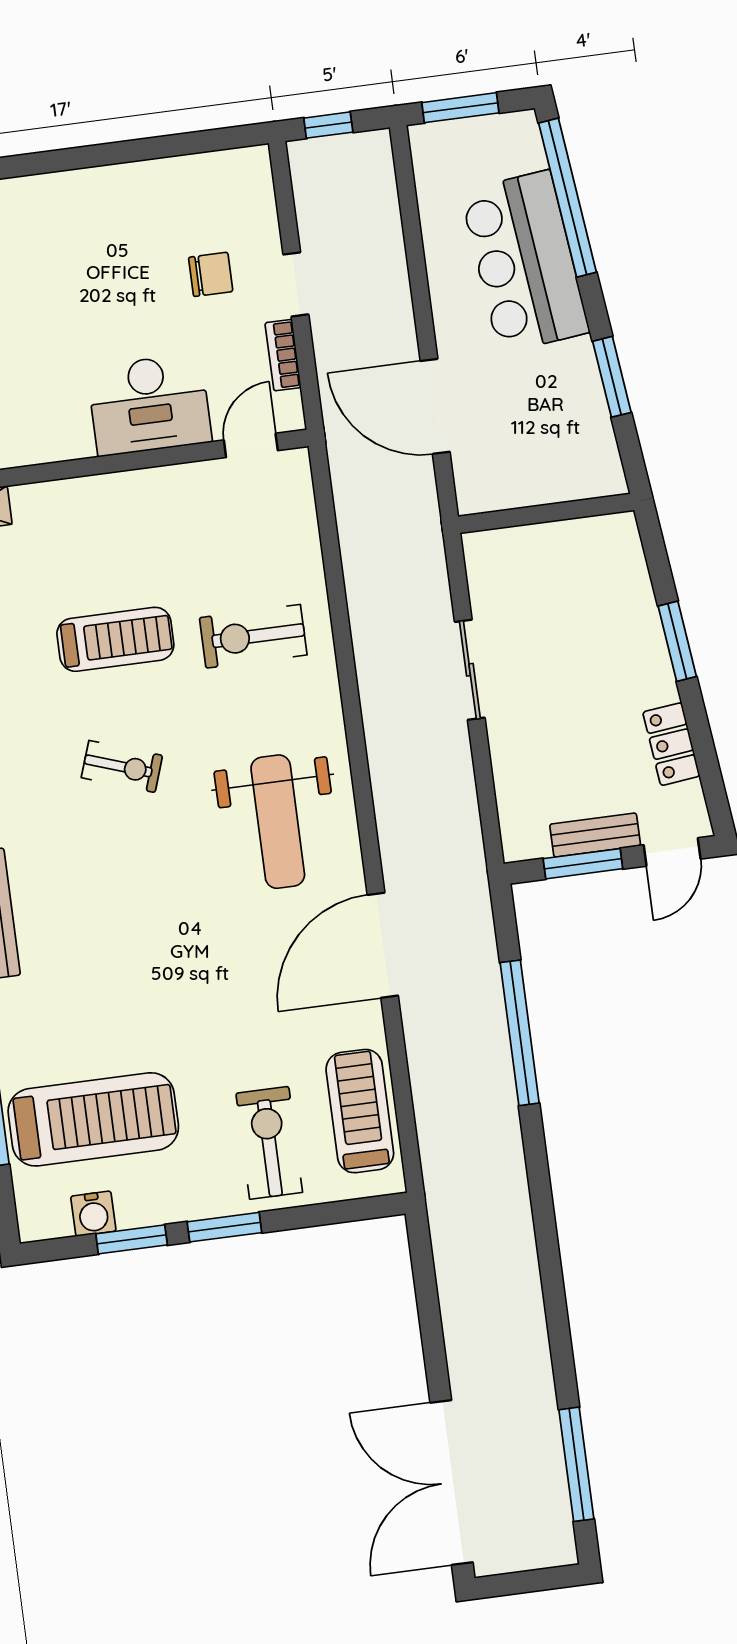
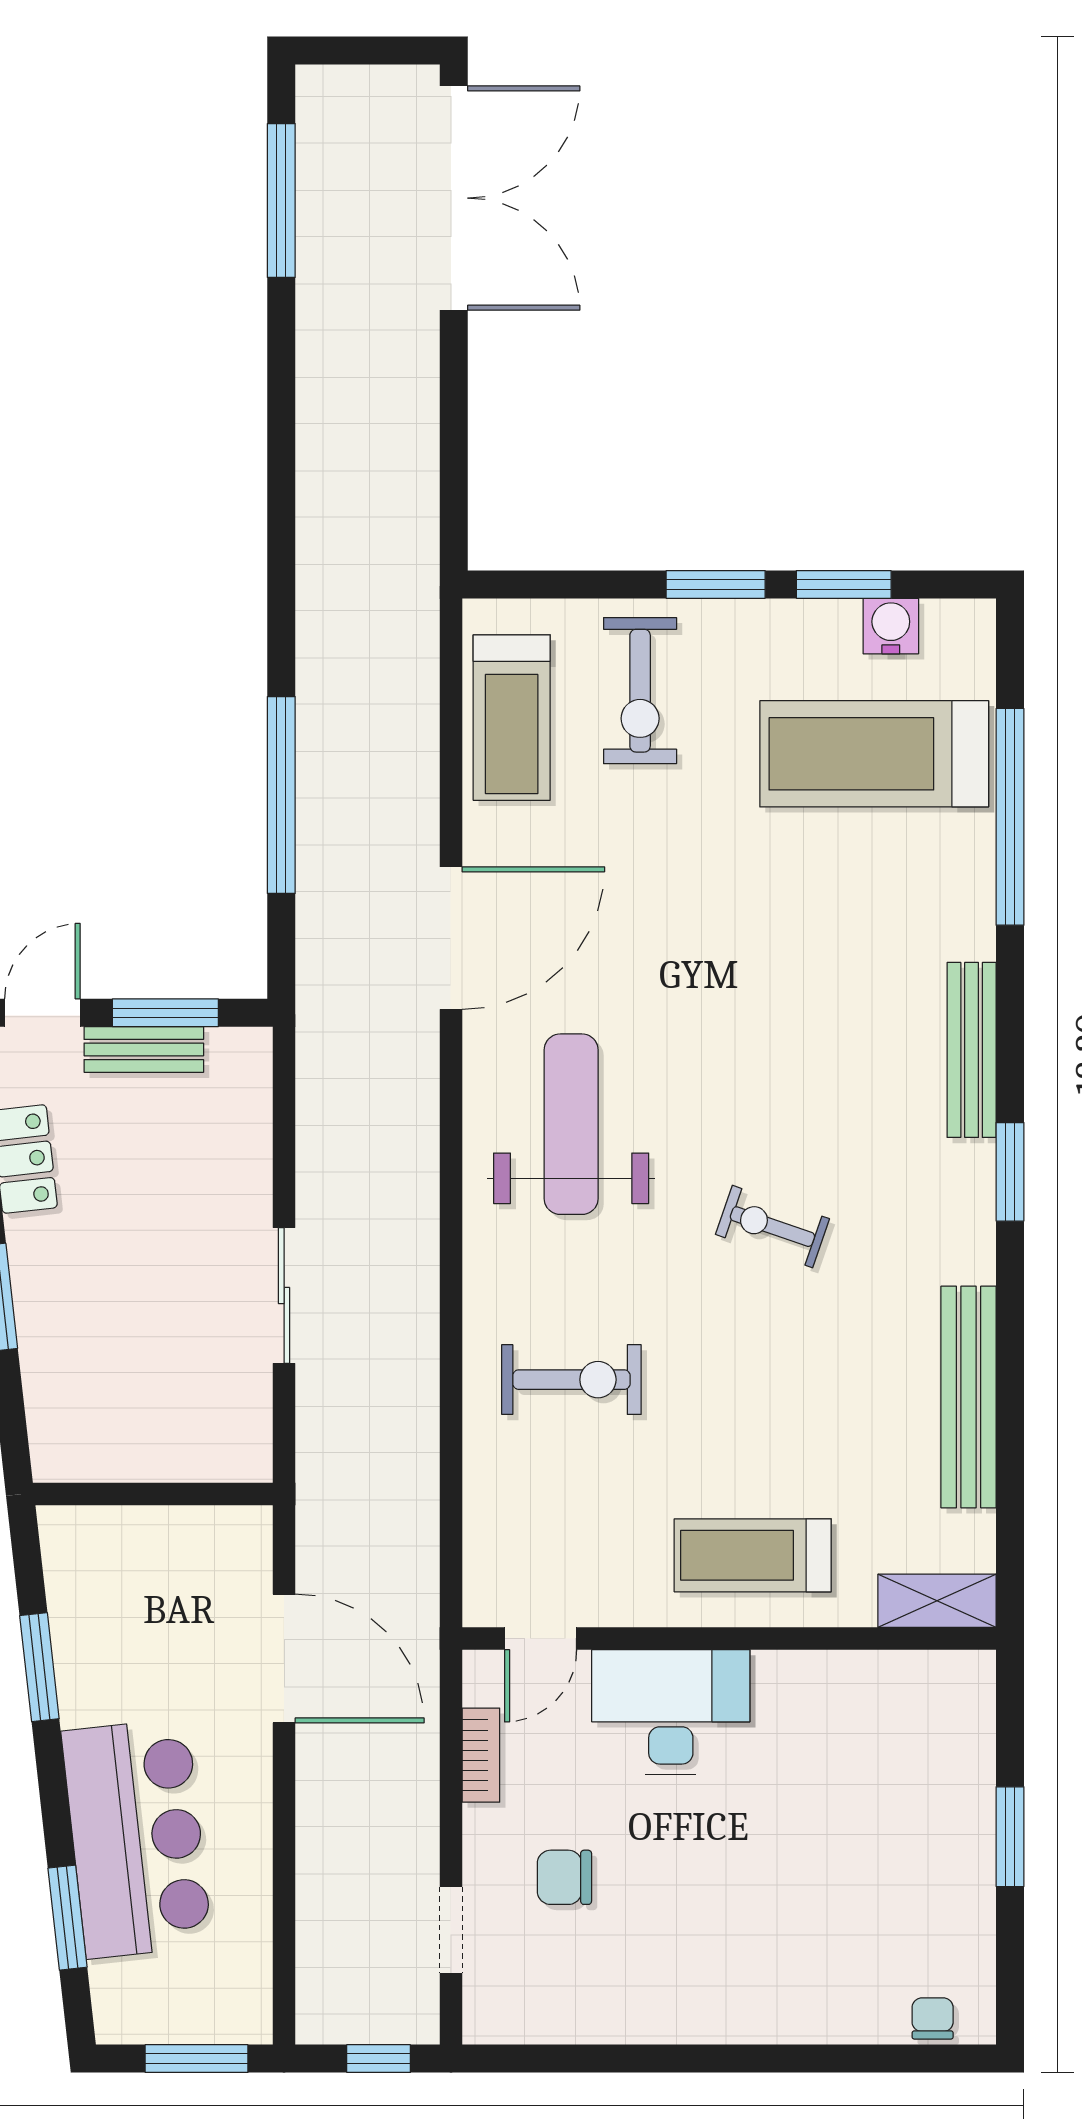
window: (568, 198) -> (67, 1918), width x0.47
doorway: (296, 284) -> (451, 1930), moved
treadmill: (115, 639) -> (753, 1555), moved

